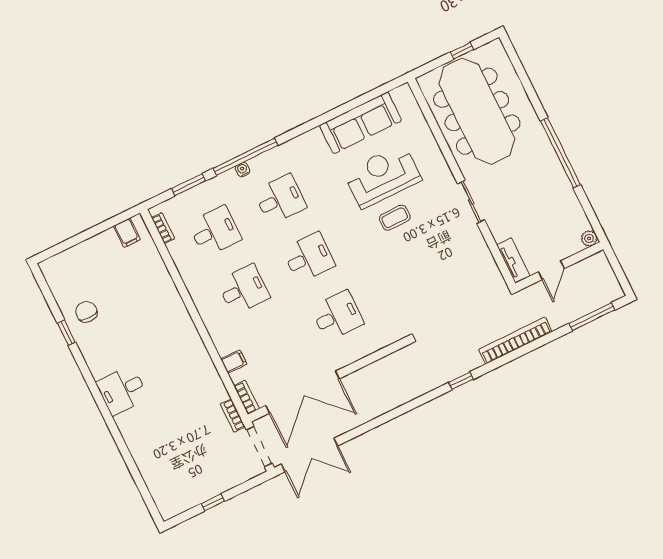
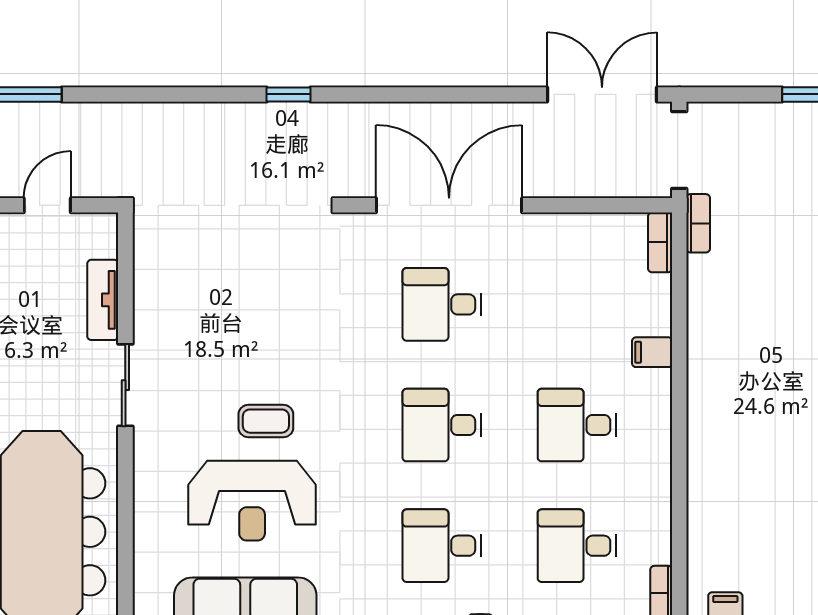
tv unit: (513, 260) -> (103, 300), moved
bookcase: (515, 341) -> (165, 117), removed
filing cabinet: (234, 362) -> (652, 352), moved
double door: (302, 392) -> (449, 205), moved

